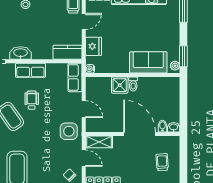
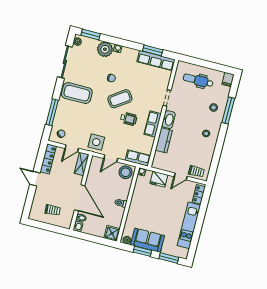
door: (84, 21) -> (181, 176), hinge flipped
kitchen counter: (68, 52) -> (164, 140), moved
window: (183, 56) -> (142, 251), moved
sofa: (148, 62) -> (148, 240), moved, turned -90
shower: (120, 85) -> (112, 233), moved
stool: (96, 88) -> (126, 172), added
door: (140, 134) -> (80, 198), hinge flipped

